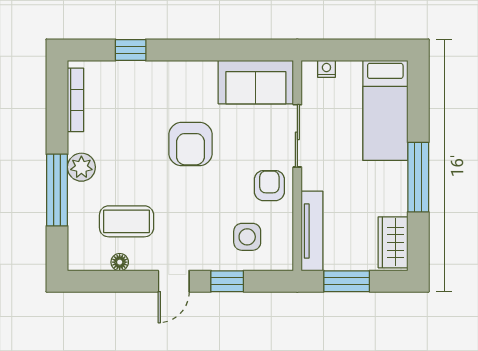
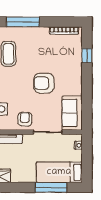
plant: (81, 167) -> (33, 33), removed
window: (418, 177) -> (51, 187), moved
armchair: (269, 186) -> (25, 119), turned -90

